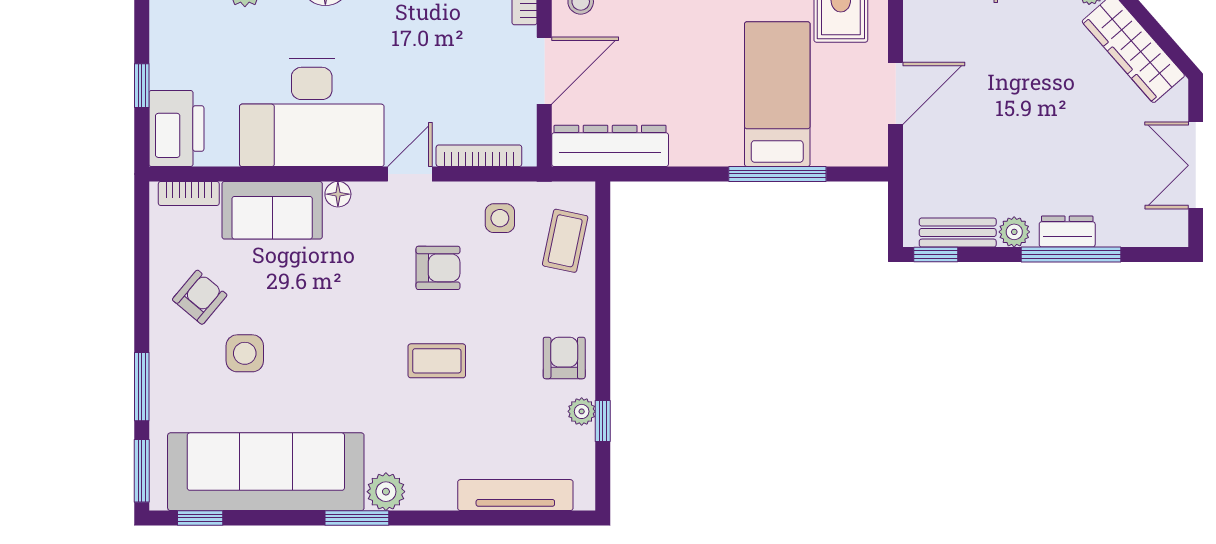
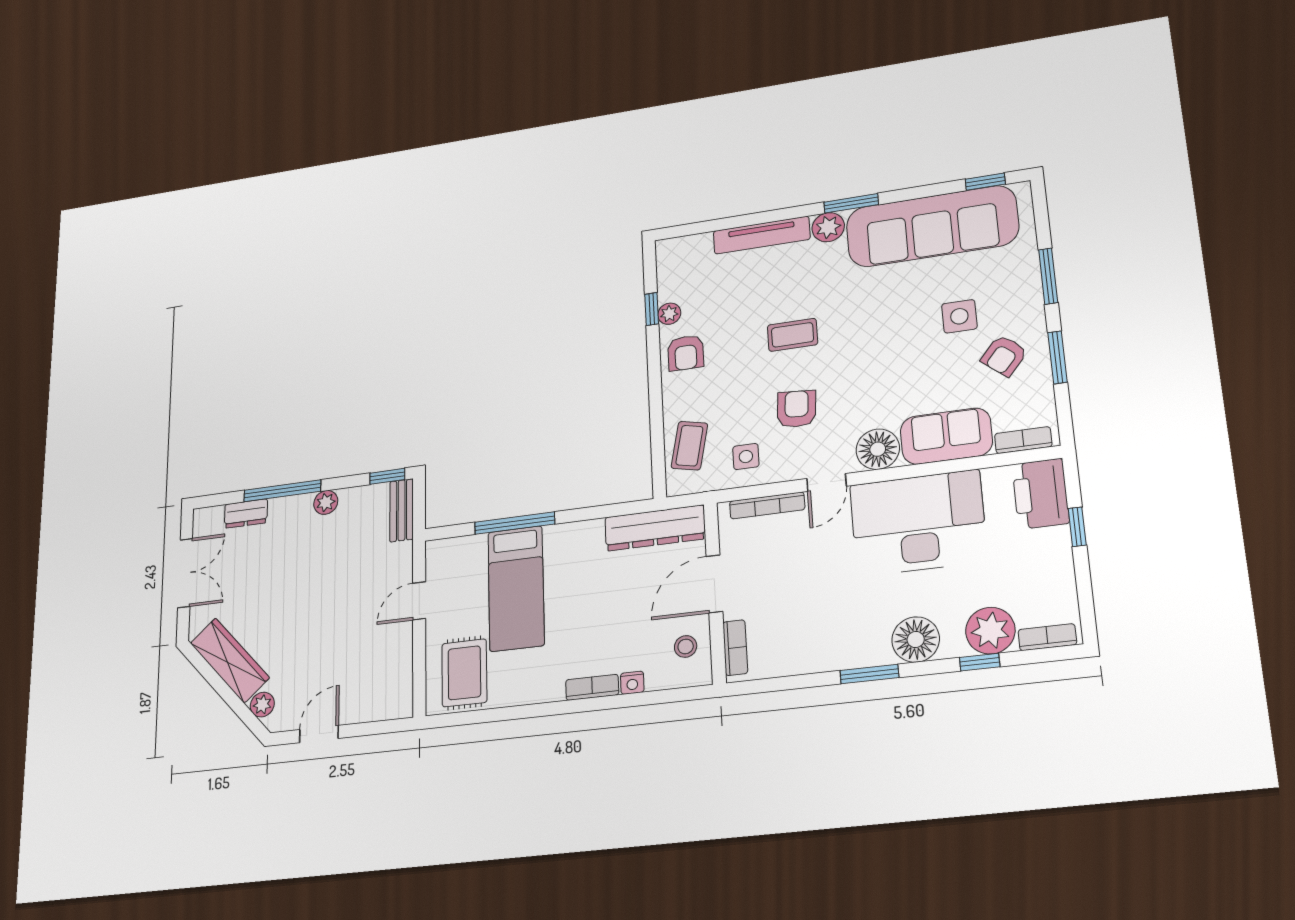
door: (896, 93) -> (419, 601), width x0.73
floor lamp: (338, 194) -> (878, 449), width x1.89, depth x1.89
dresser: (1067, 232) -> (246, 514), moved
bench: (958, 233) -> (402, 510), moved, turned 90
armchair: (438, 268) -> (797, 409), turned 94
window: (142, 471) -> (1058, 357), moved
tv unit: (515, 495) -> (762, 235), moved

